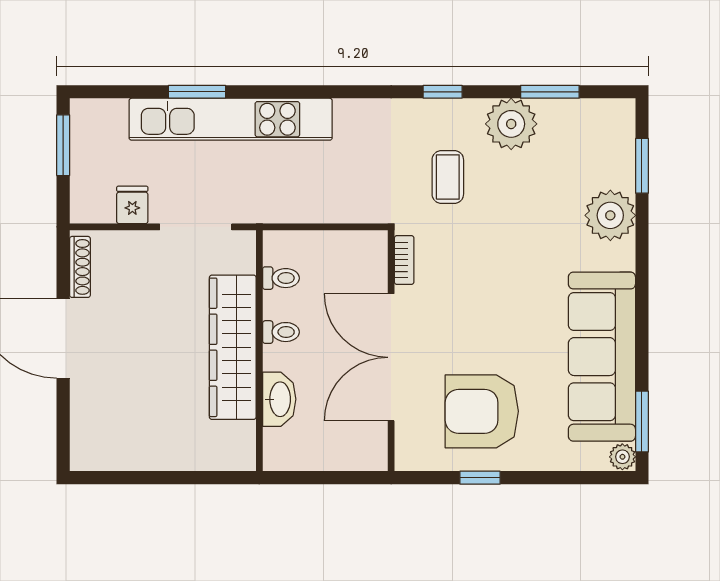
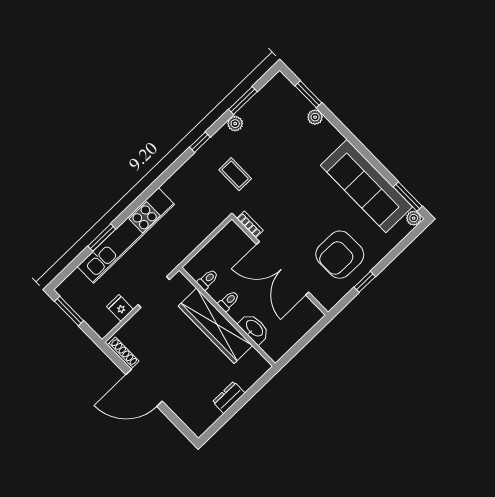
plant: (511, 124) -> (235, 124), width x0.53, depth x0.53
plant: (610, 215) -> (315, 117), width x0.53, depth x0.53
dresser: (160, 456) -> (229, 397), added

